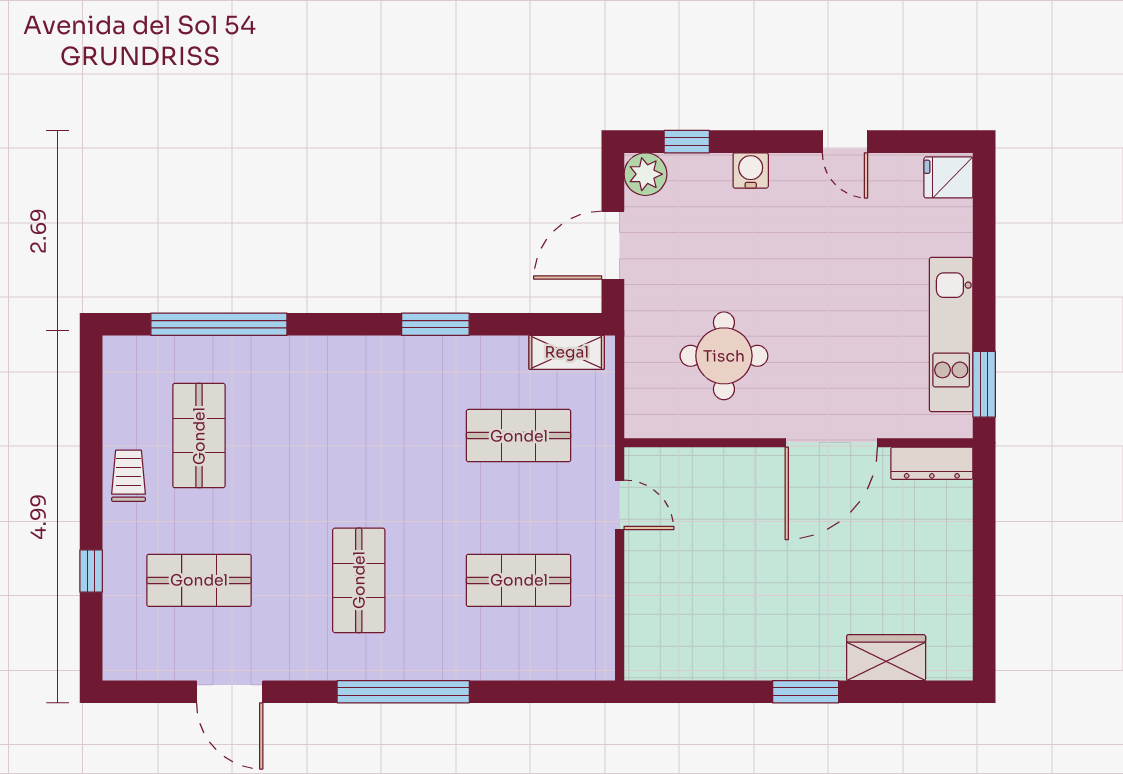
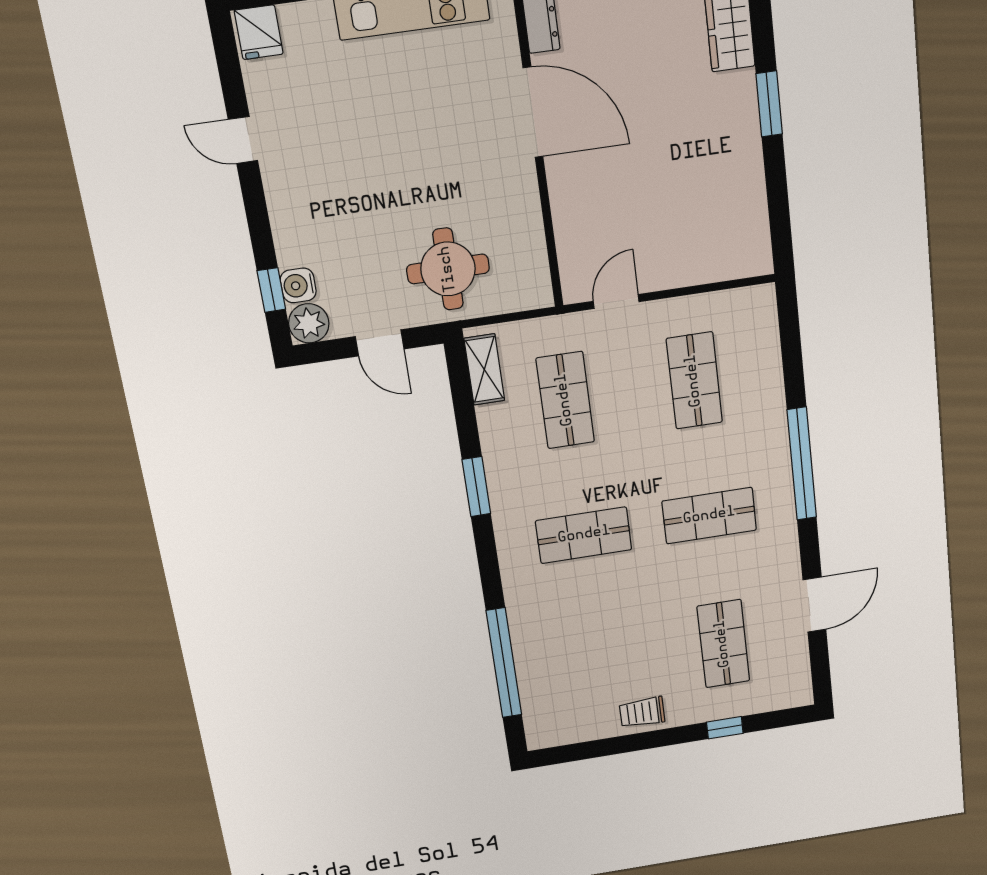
door: (845, 142) -> (243, 140), swing flipped
water cooler: (751, 170) -> (298, 285), moved
door: (613, 245) -> (380, 343), width x0.73
round table: (724, 356) -> (448, 269), moved
shop shelf: (199, 436) -> (584, 535), moved

